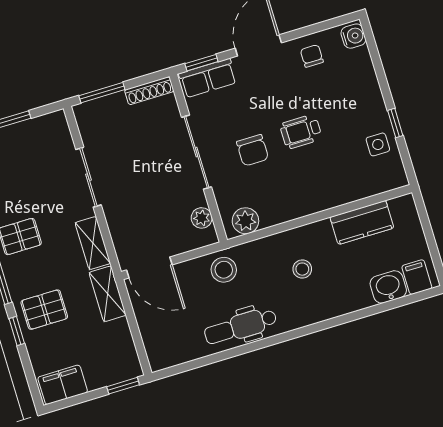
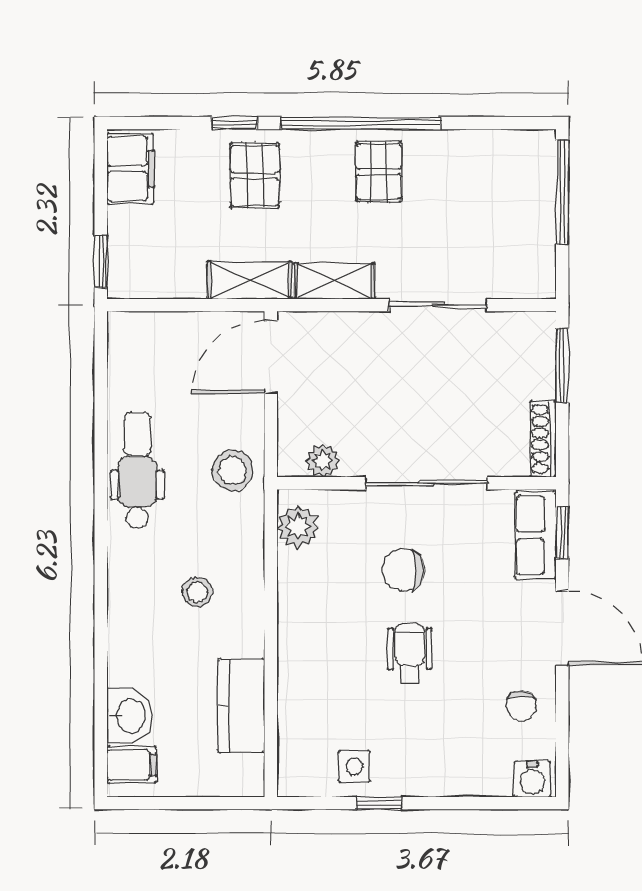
chair: (312, 56) -> (521, 706), turned 90

